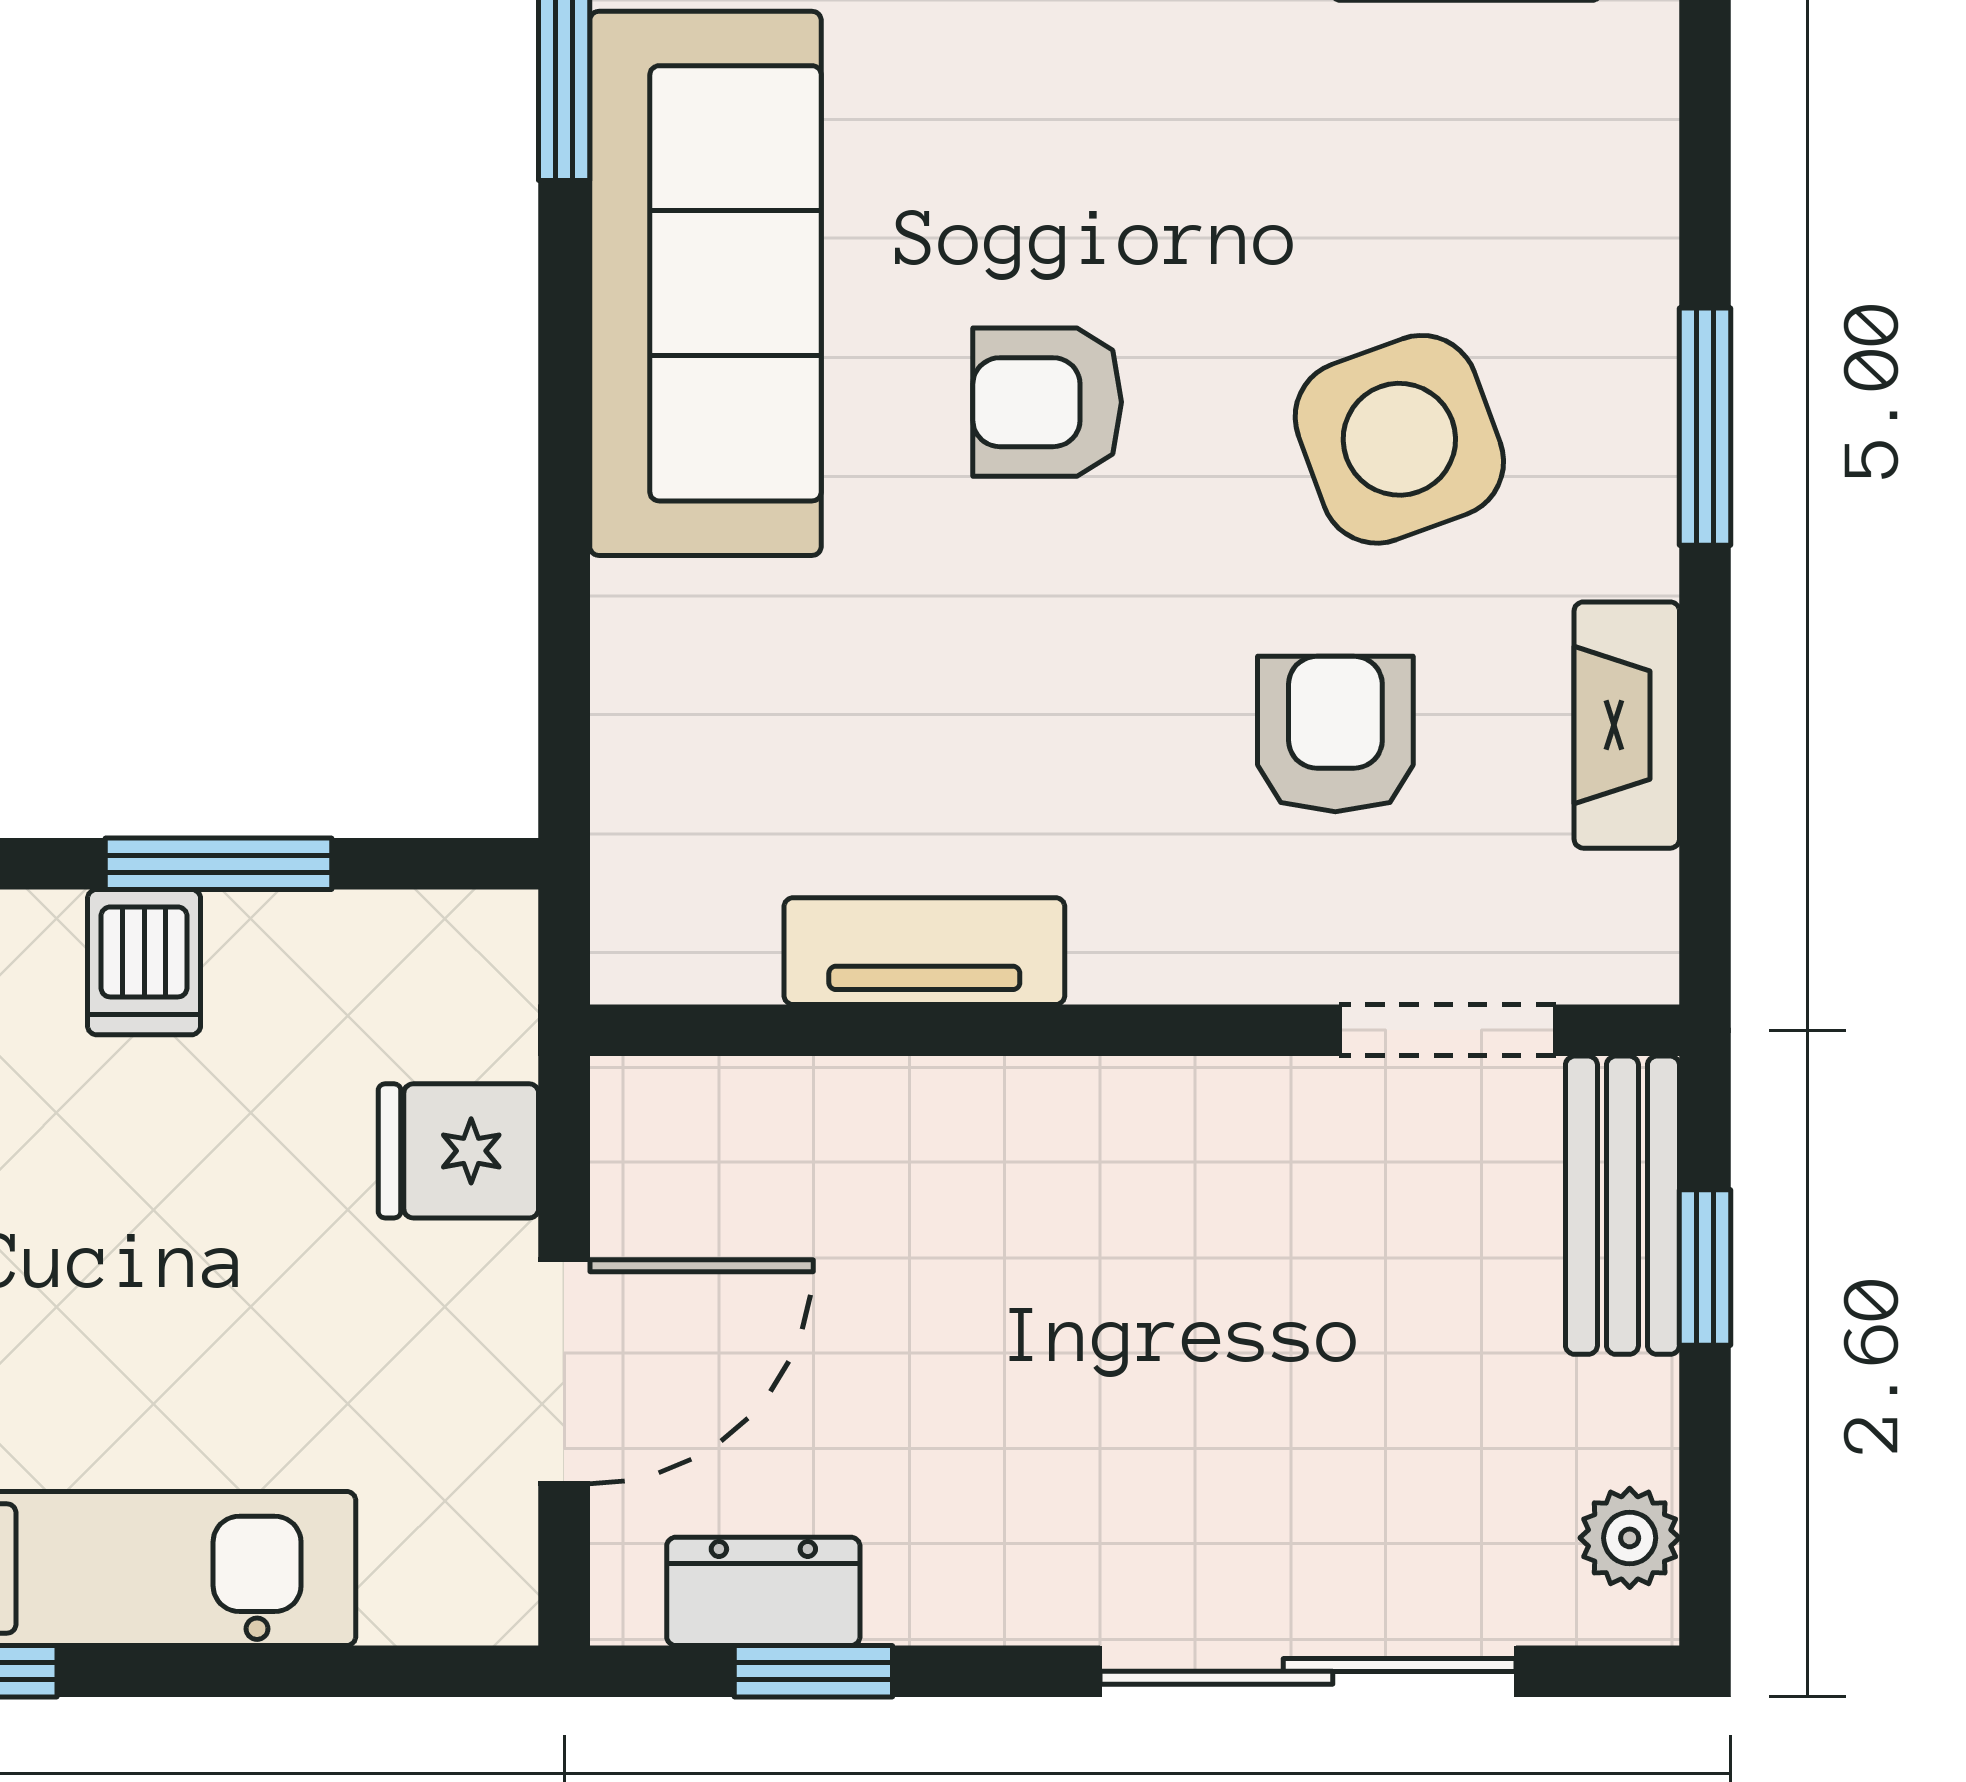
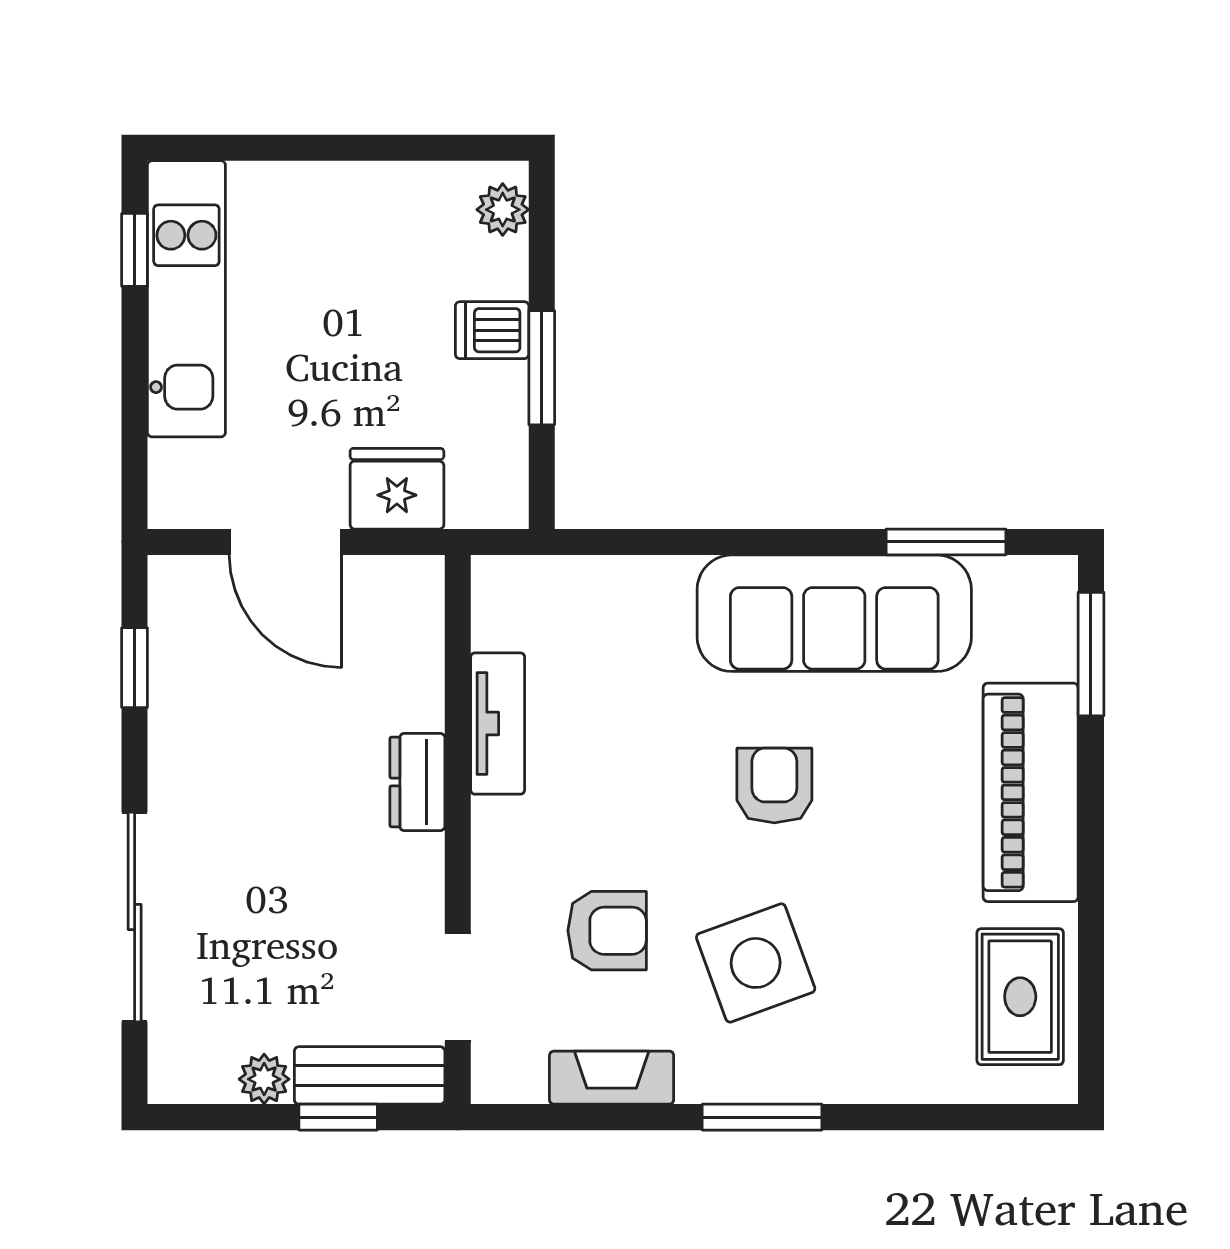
fridge: (458, 1151) -> (397, 489), width x1.38
plant: (1630, 1538) -> (264, 1079), moved
dresser: (763, 1591) -> (417, 782), moved, turned 180

